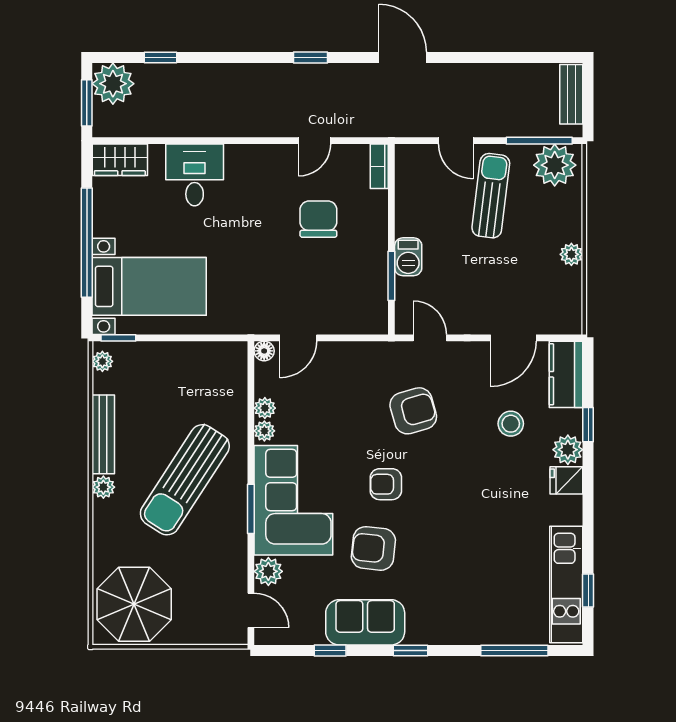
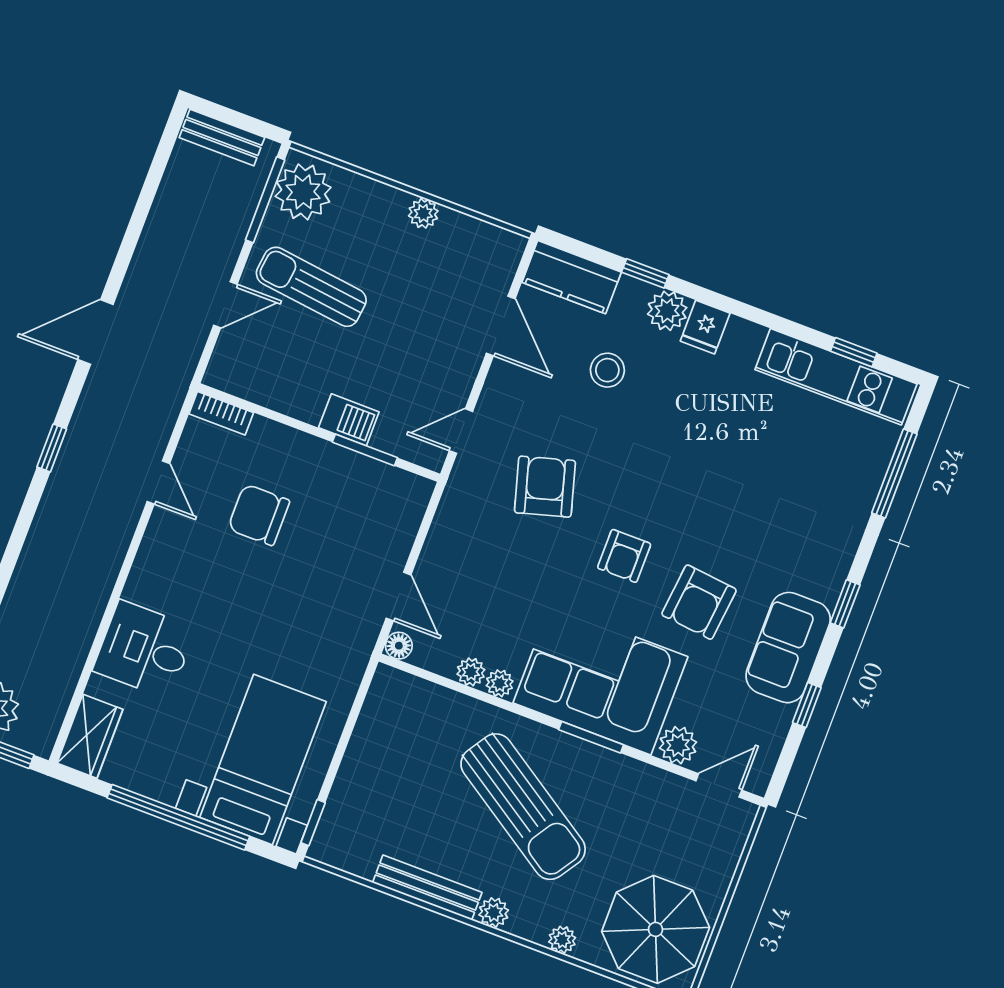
plant: (102, 361) -> (562, 940), moved

